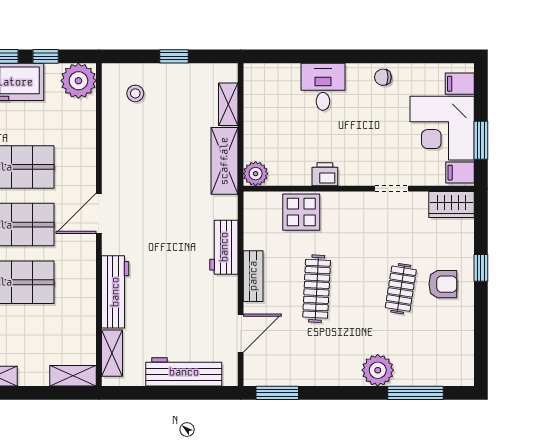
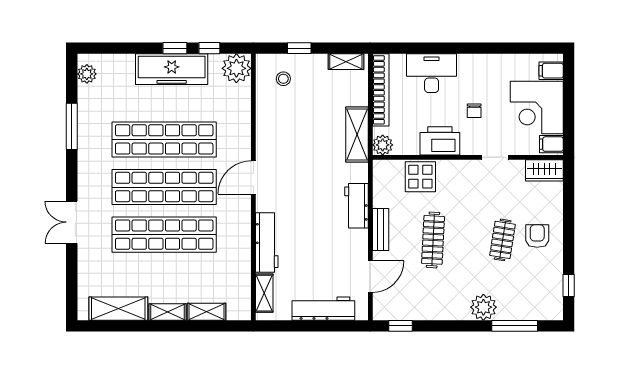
window: (174, 56) -> (299, 48), moved
chair: (383, 77) -> (474, 111), moved, turned -90
desk: (323, 87) -> (432, 73), width x1.37
shelving: (228, 104) -> (346, 62), moved, turned 90
bookcase: (253, 107) -> (381, 90), added
window: (481, 140) -> (569, 117), removed
printer: (325, 174) -> (440, 141), width x1.87, depth x1.48
window: (481, 268) -> (569, 285), moved
armchair: (443, 284) -> (537, 236), turned -90
shelving: (73, 376) -> (207, 312), moved
window: (277, 393) -> (401, 326), width x0.67

